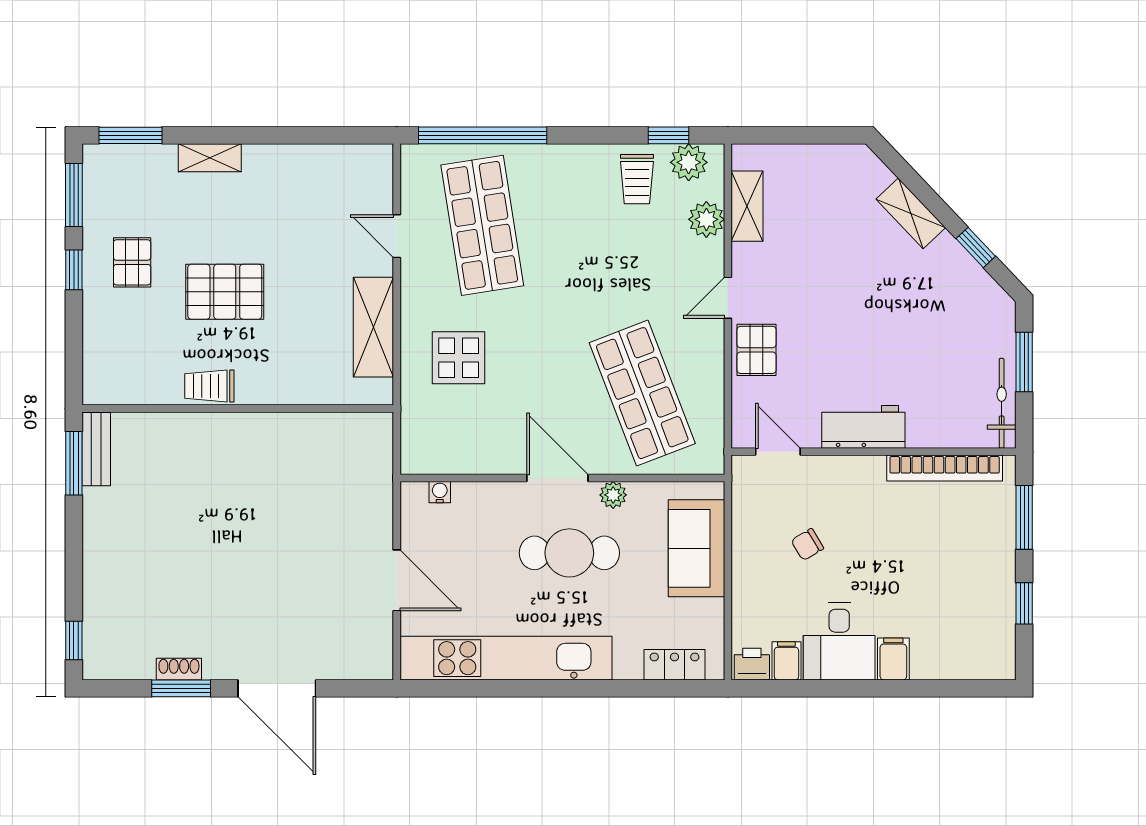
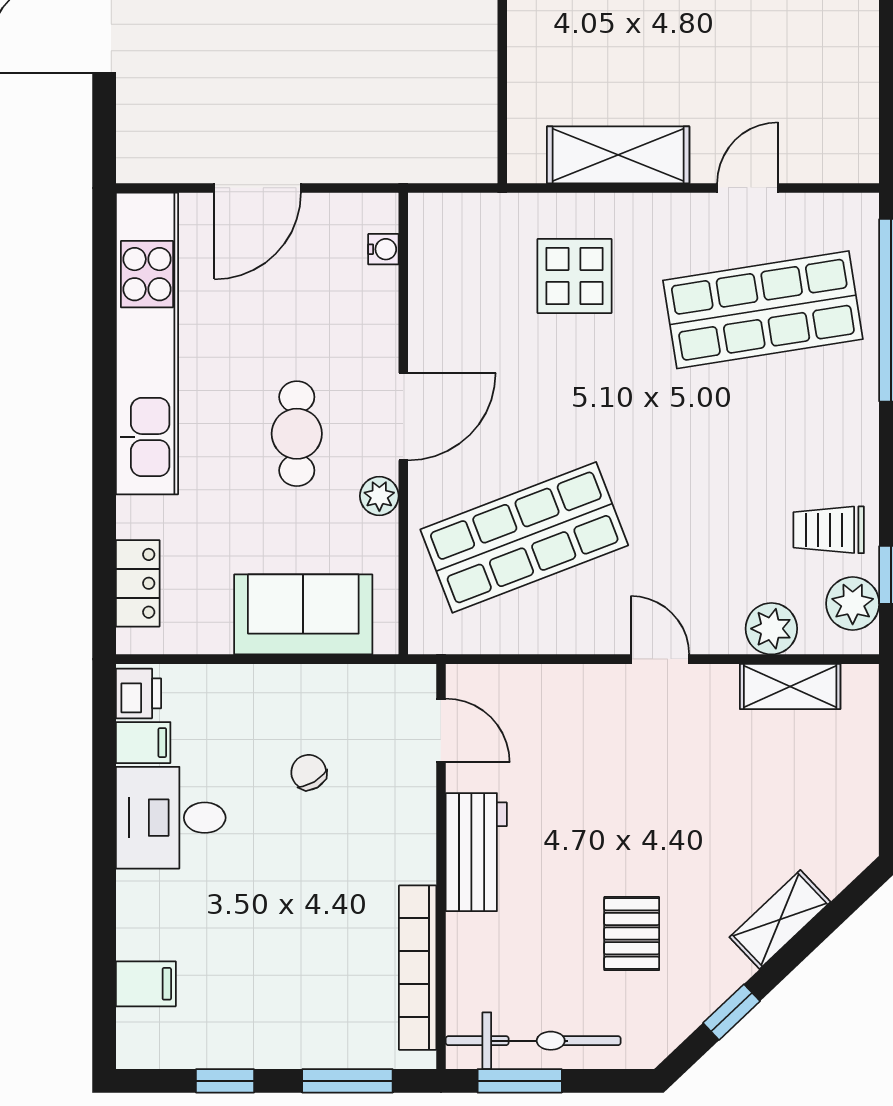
pallet: (757, 350) -> (632, 934), moved, turned 90
window: (1024, 362) -> (520, 1081), moved
bicycle: (1002, 403) -> (533, 1041), width x1.37, depth x1.40
door: (778, 452) -> (441, 730), hinge flipped
cafe table: (569, 553) -> (297, 434), width x0.73, depth x0.74
filing cabinet: (893, 659) -> (146, 984), moved

